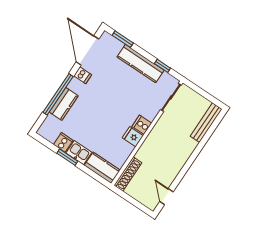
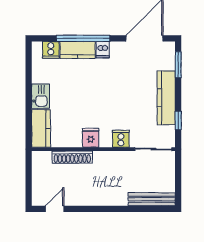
dishwasher: (83, 75) -> (103, 50), moved
cooker: (142, 125) -> (121, 139), moved
cooker: (63, 142) -> (51, 50), moved, turned 90
window: (67, 157) -> (29, 88), removed
shoe rack: (128, 174) -> (72, 157), moved

